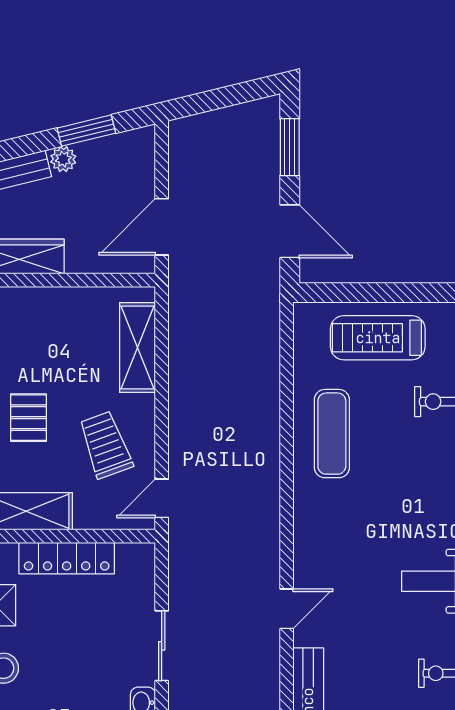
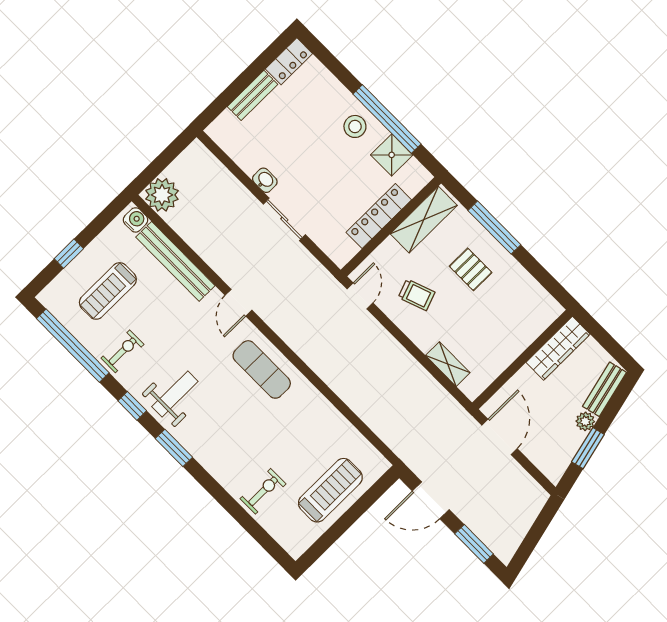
shelving: (138, 348) -> (448, 364), width x0.67, depth x0.75
exercise mat: (332, 434) -> (262, 369), moved
trolley: (106, 445) -> (417, 295), width x0.73, depth x0.72

